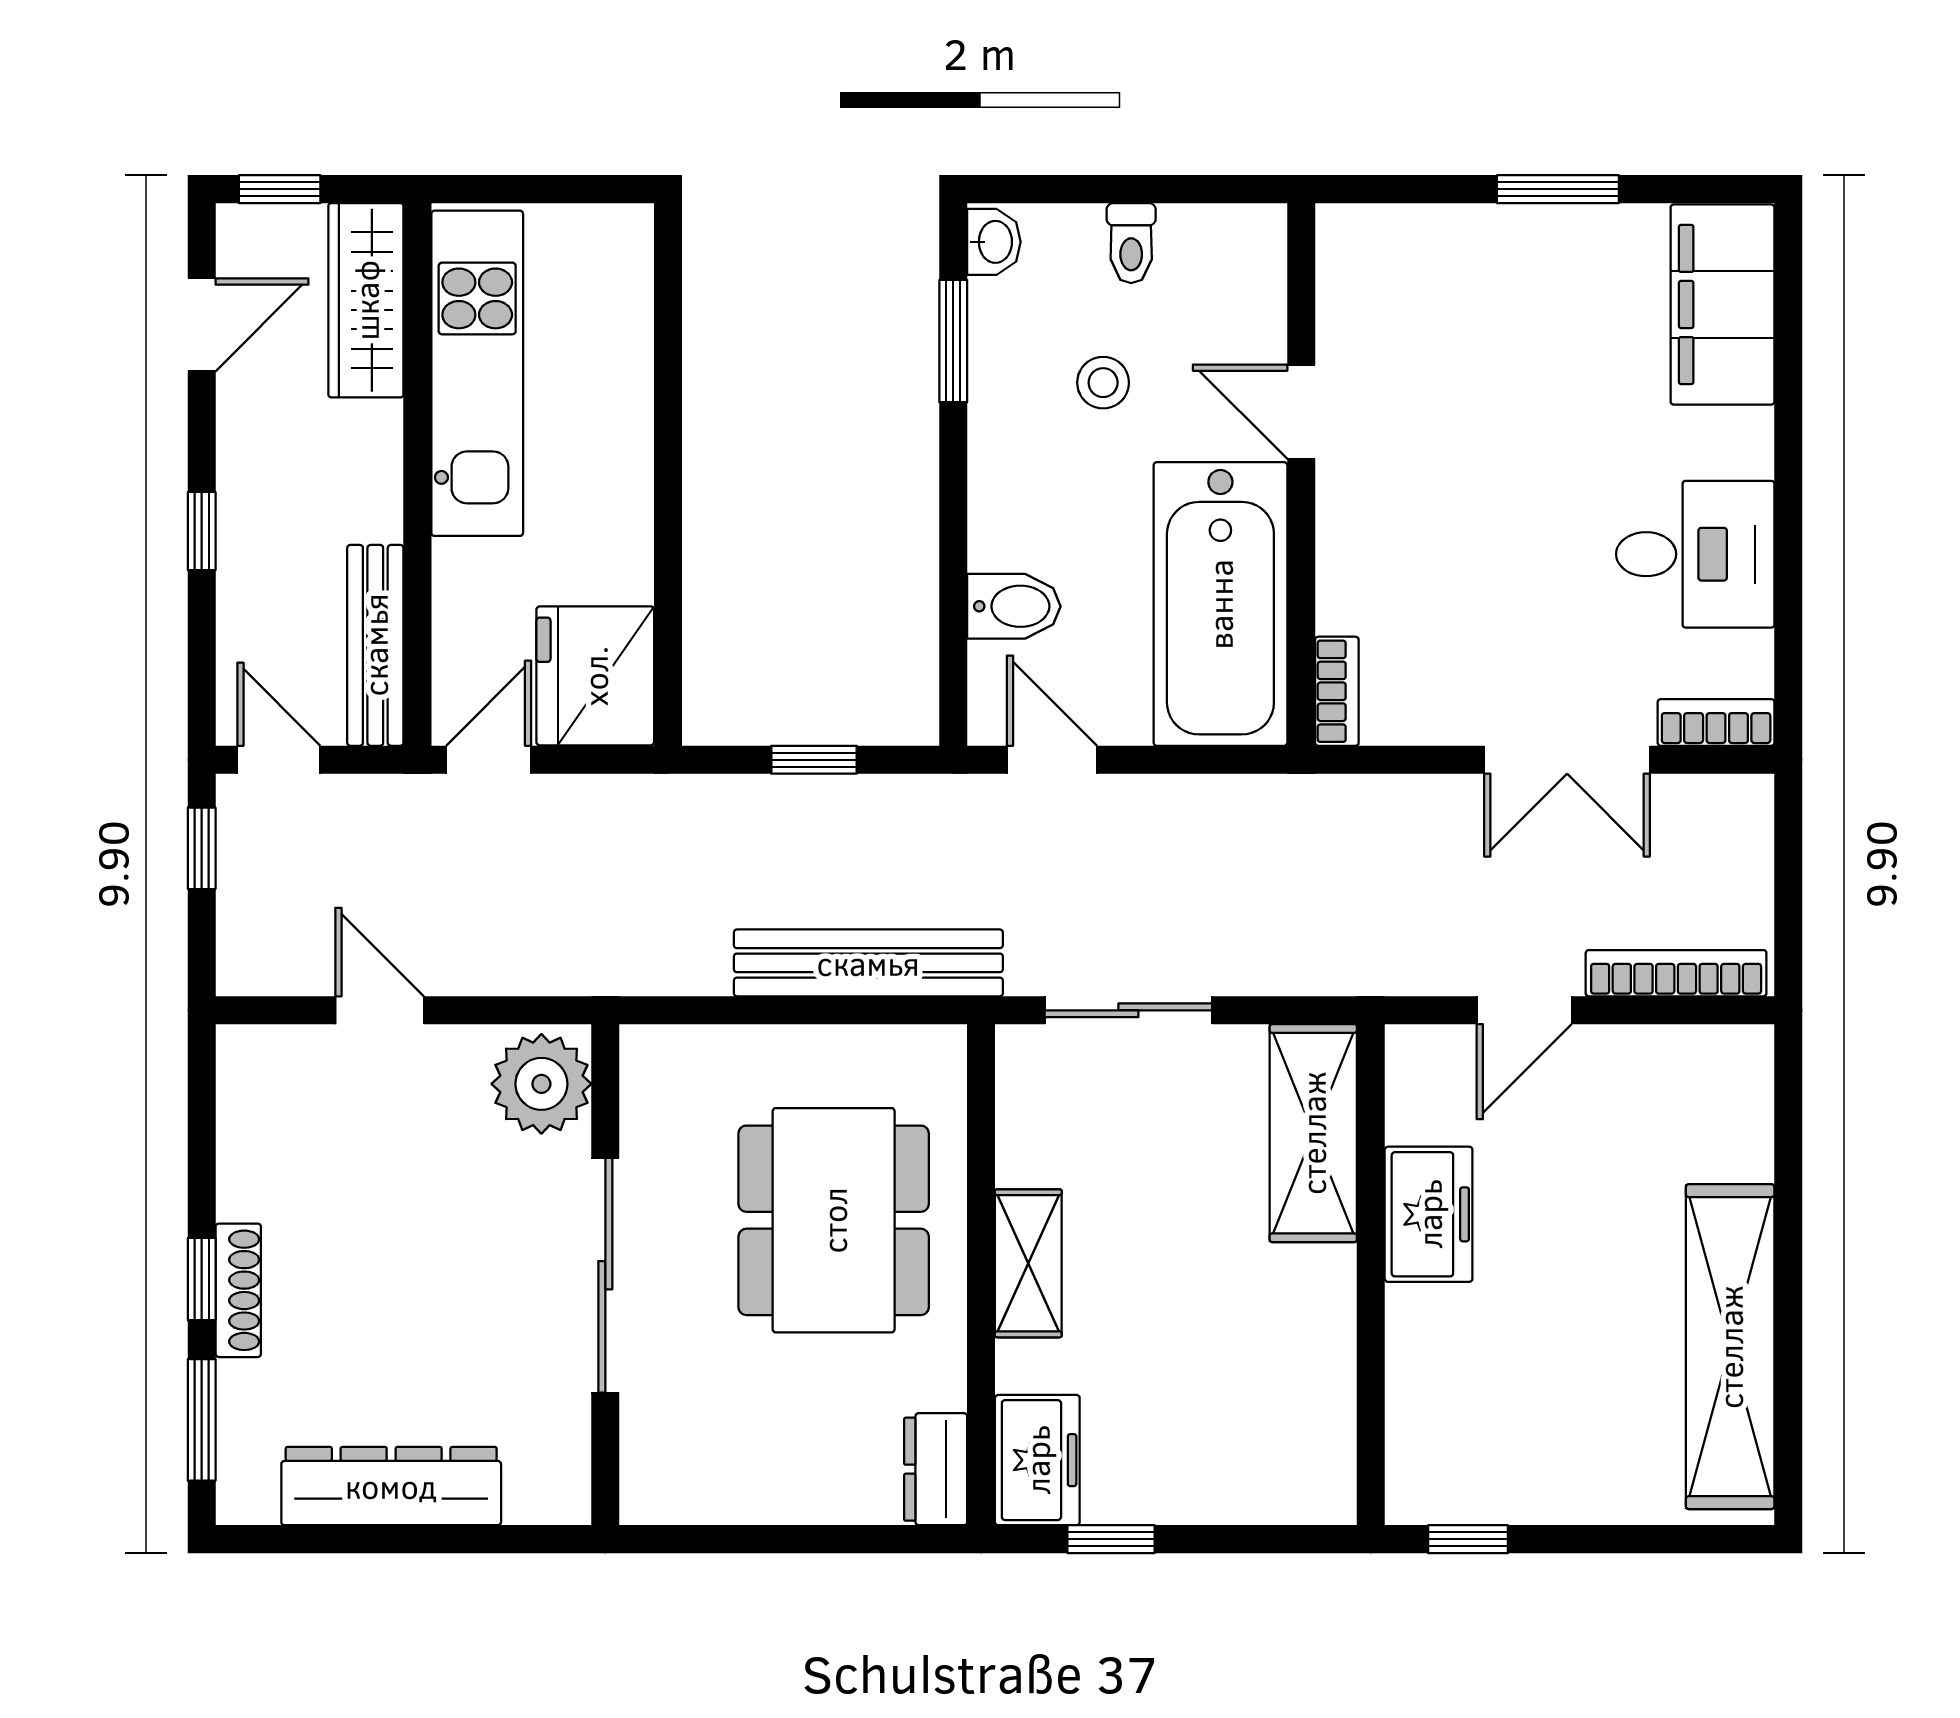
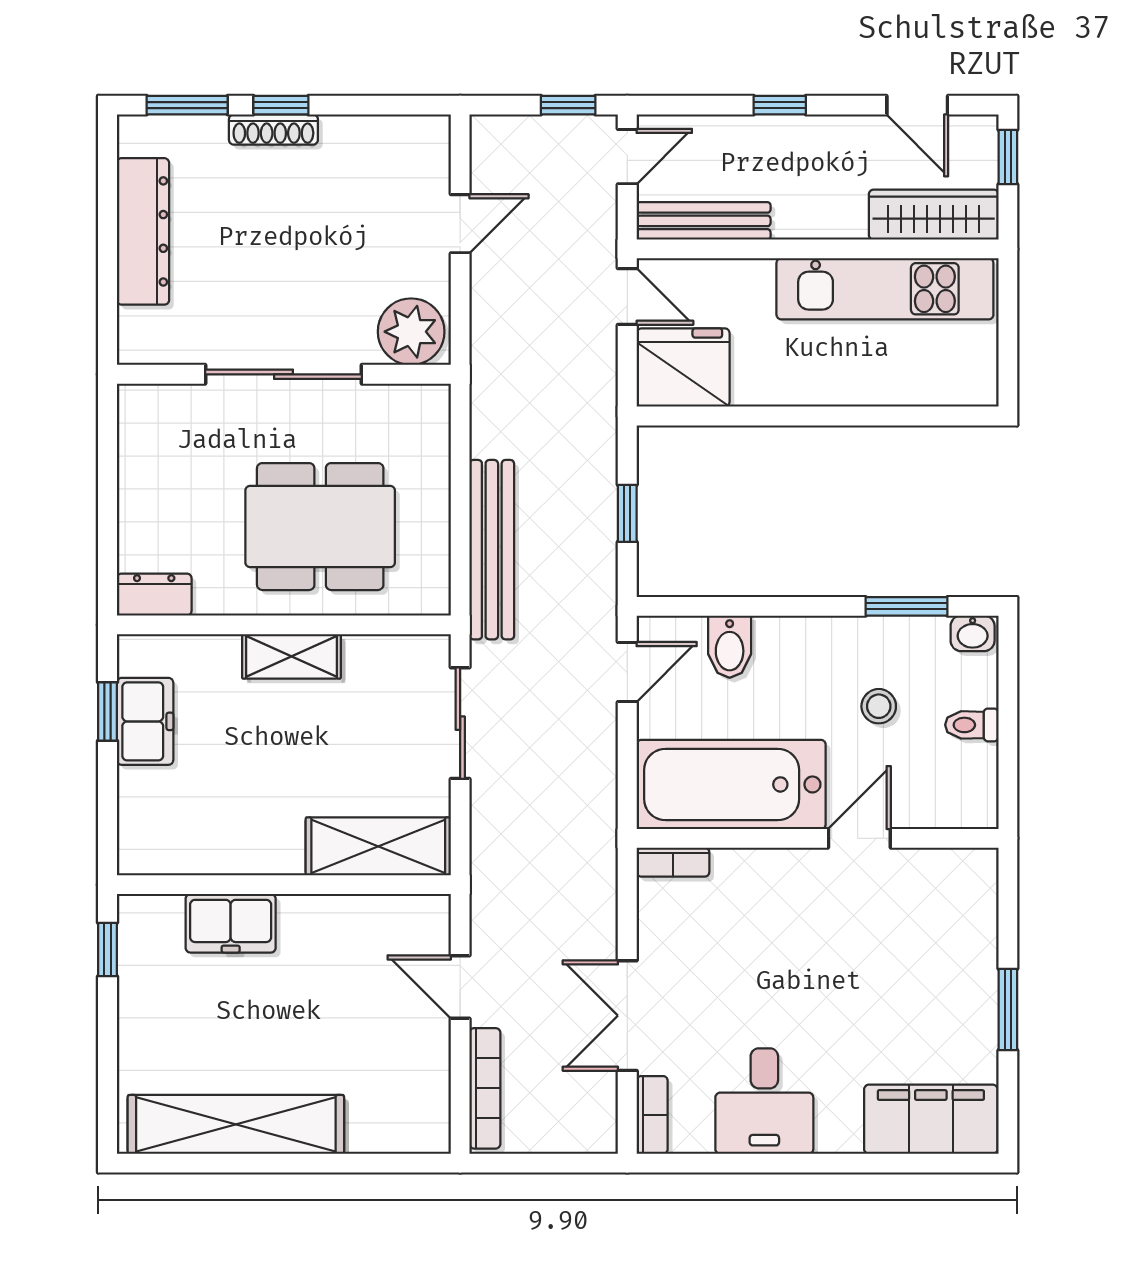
freezer: (1429, 1214) -> (231, 923), moved
freezer: (1037, 1460) -> (145, 721), moved, turned -90

